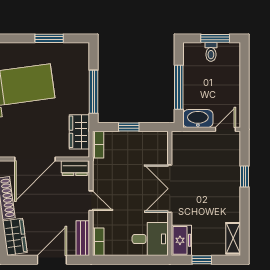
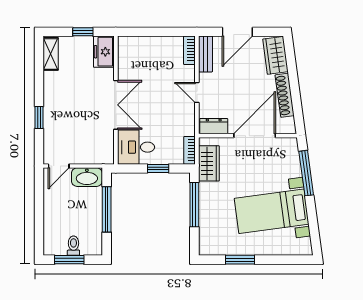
desk: (150, 239) -> (136, 147), moved

